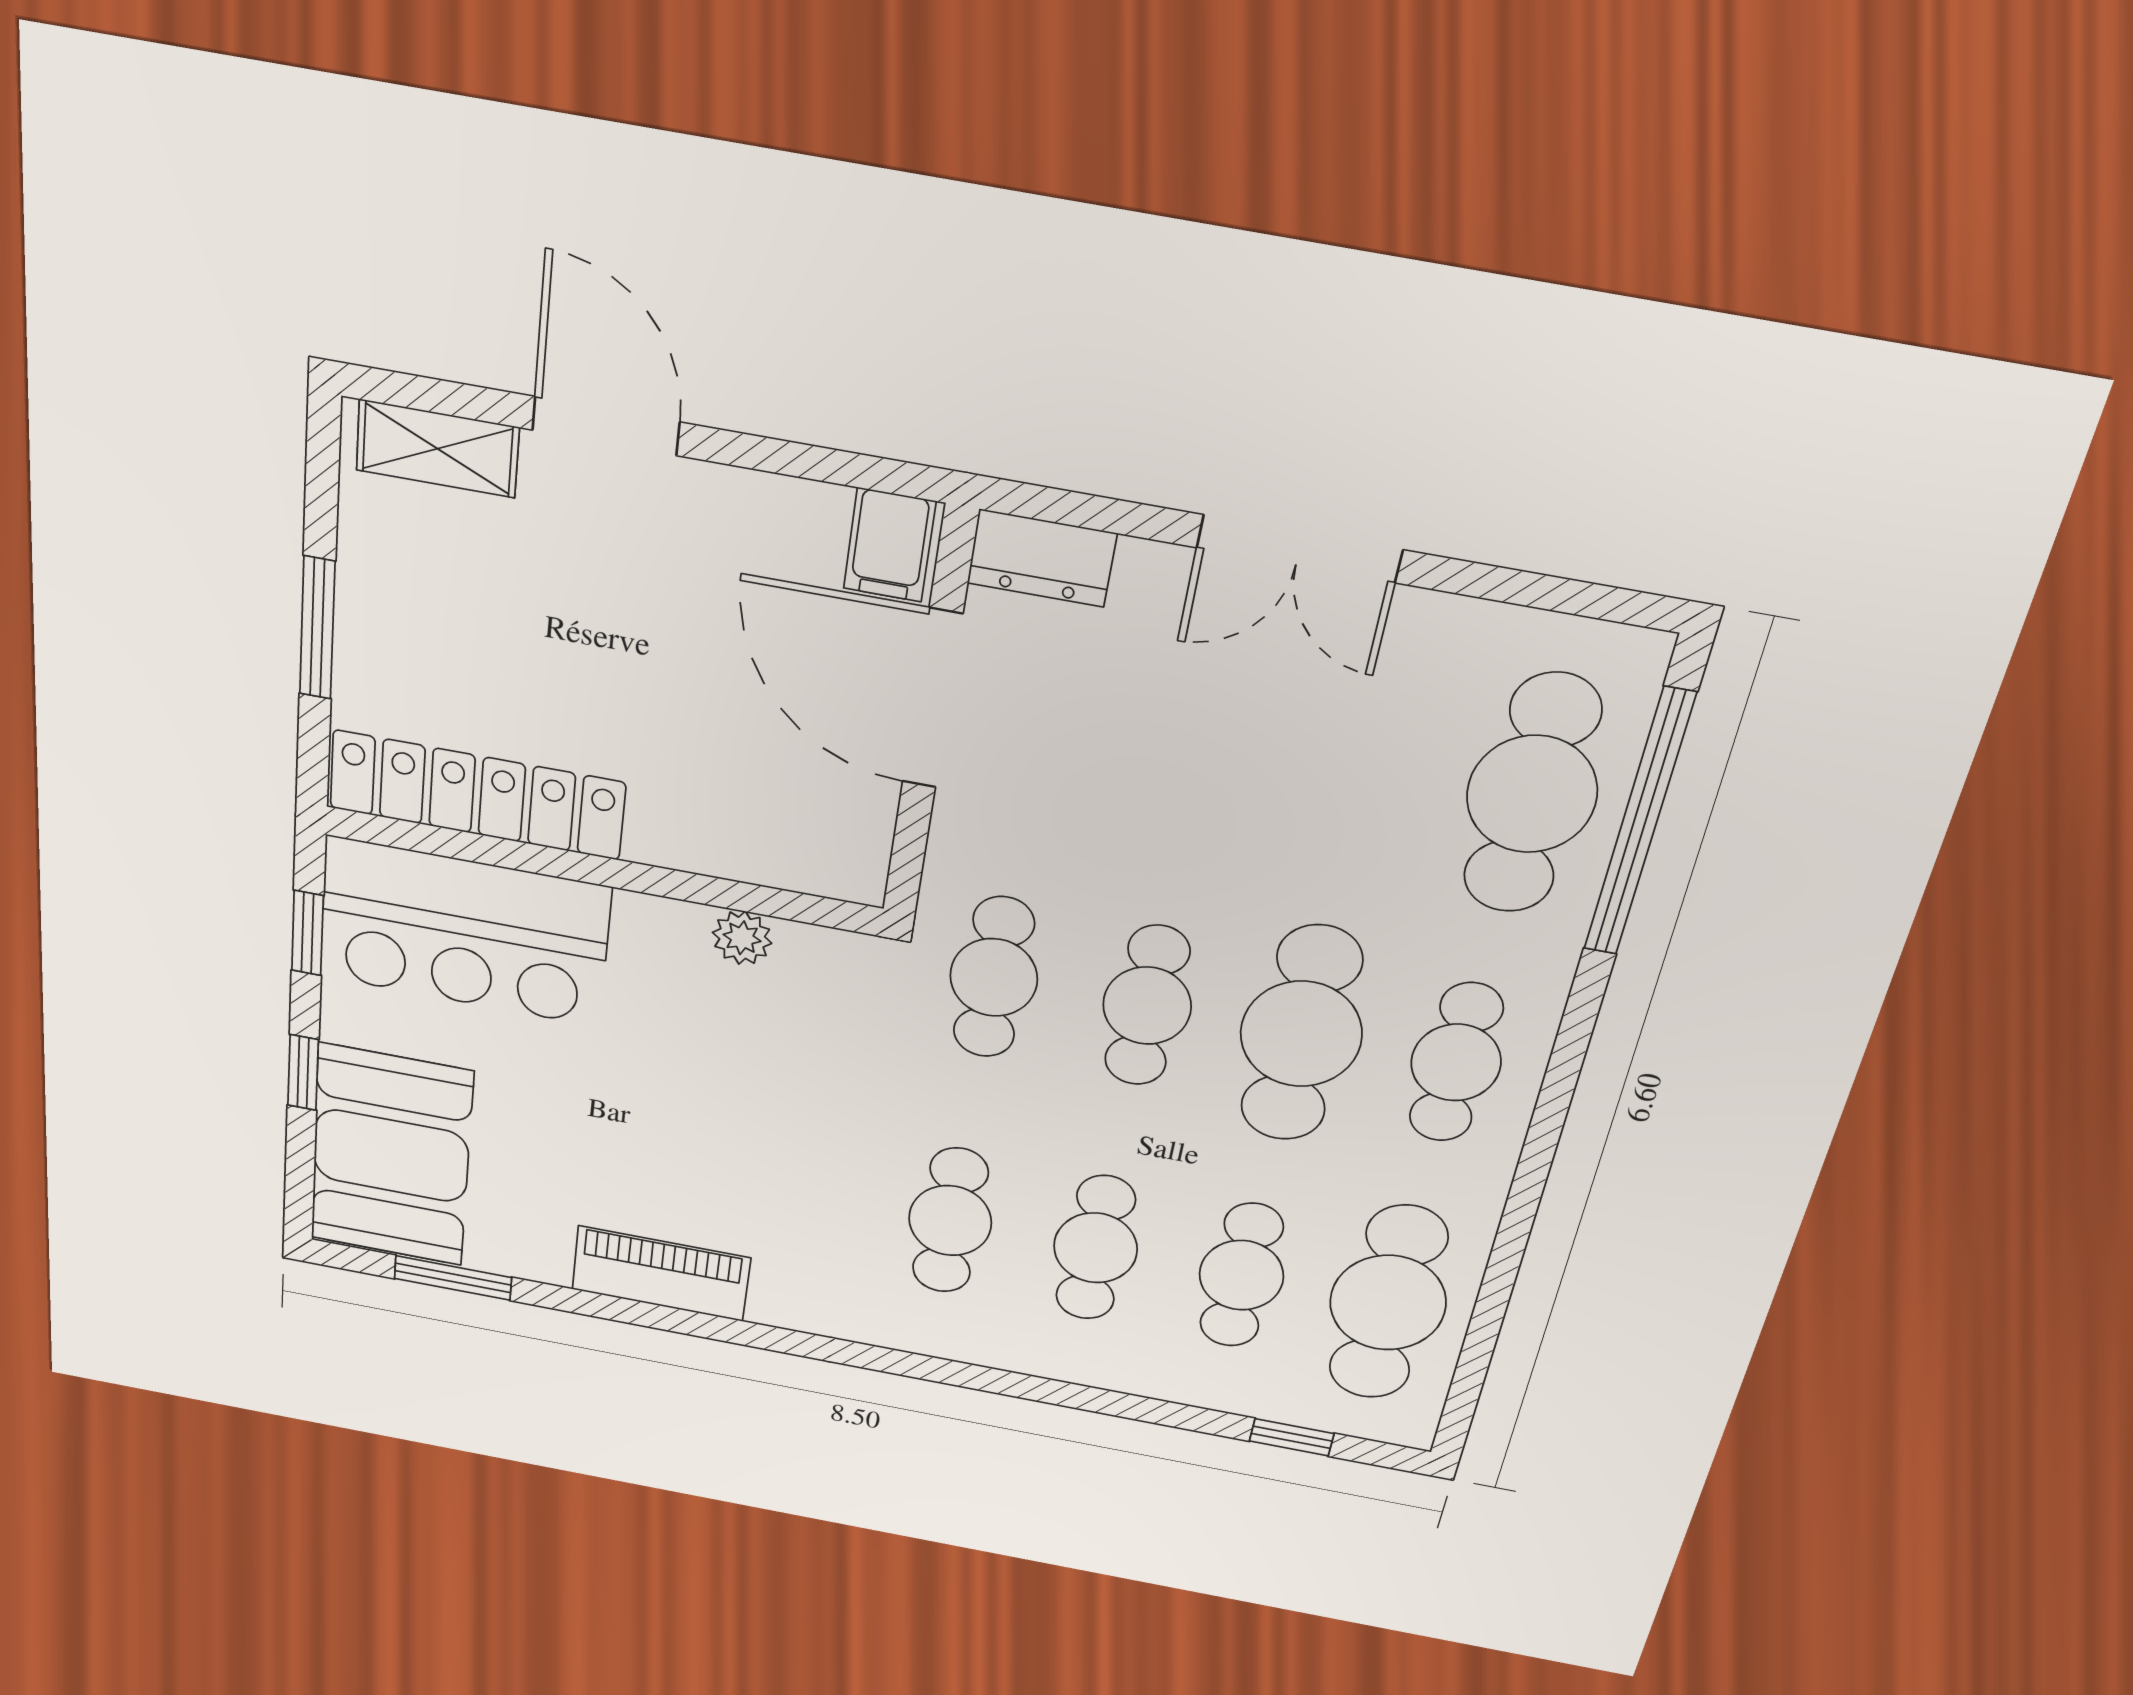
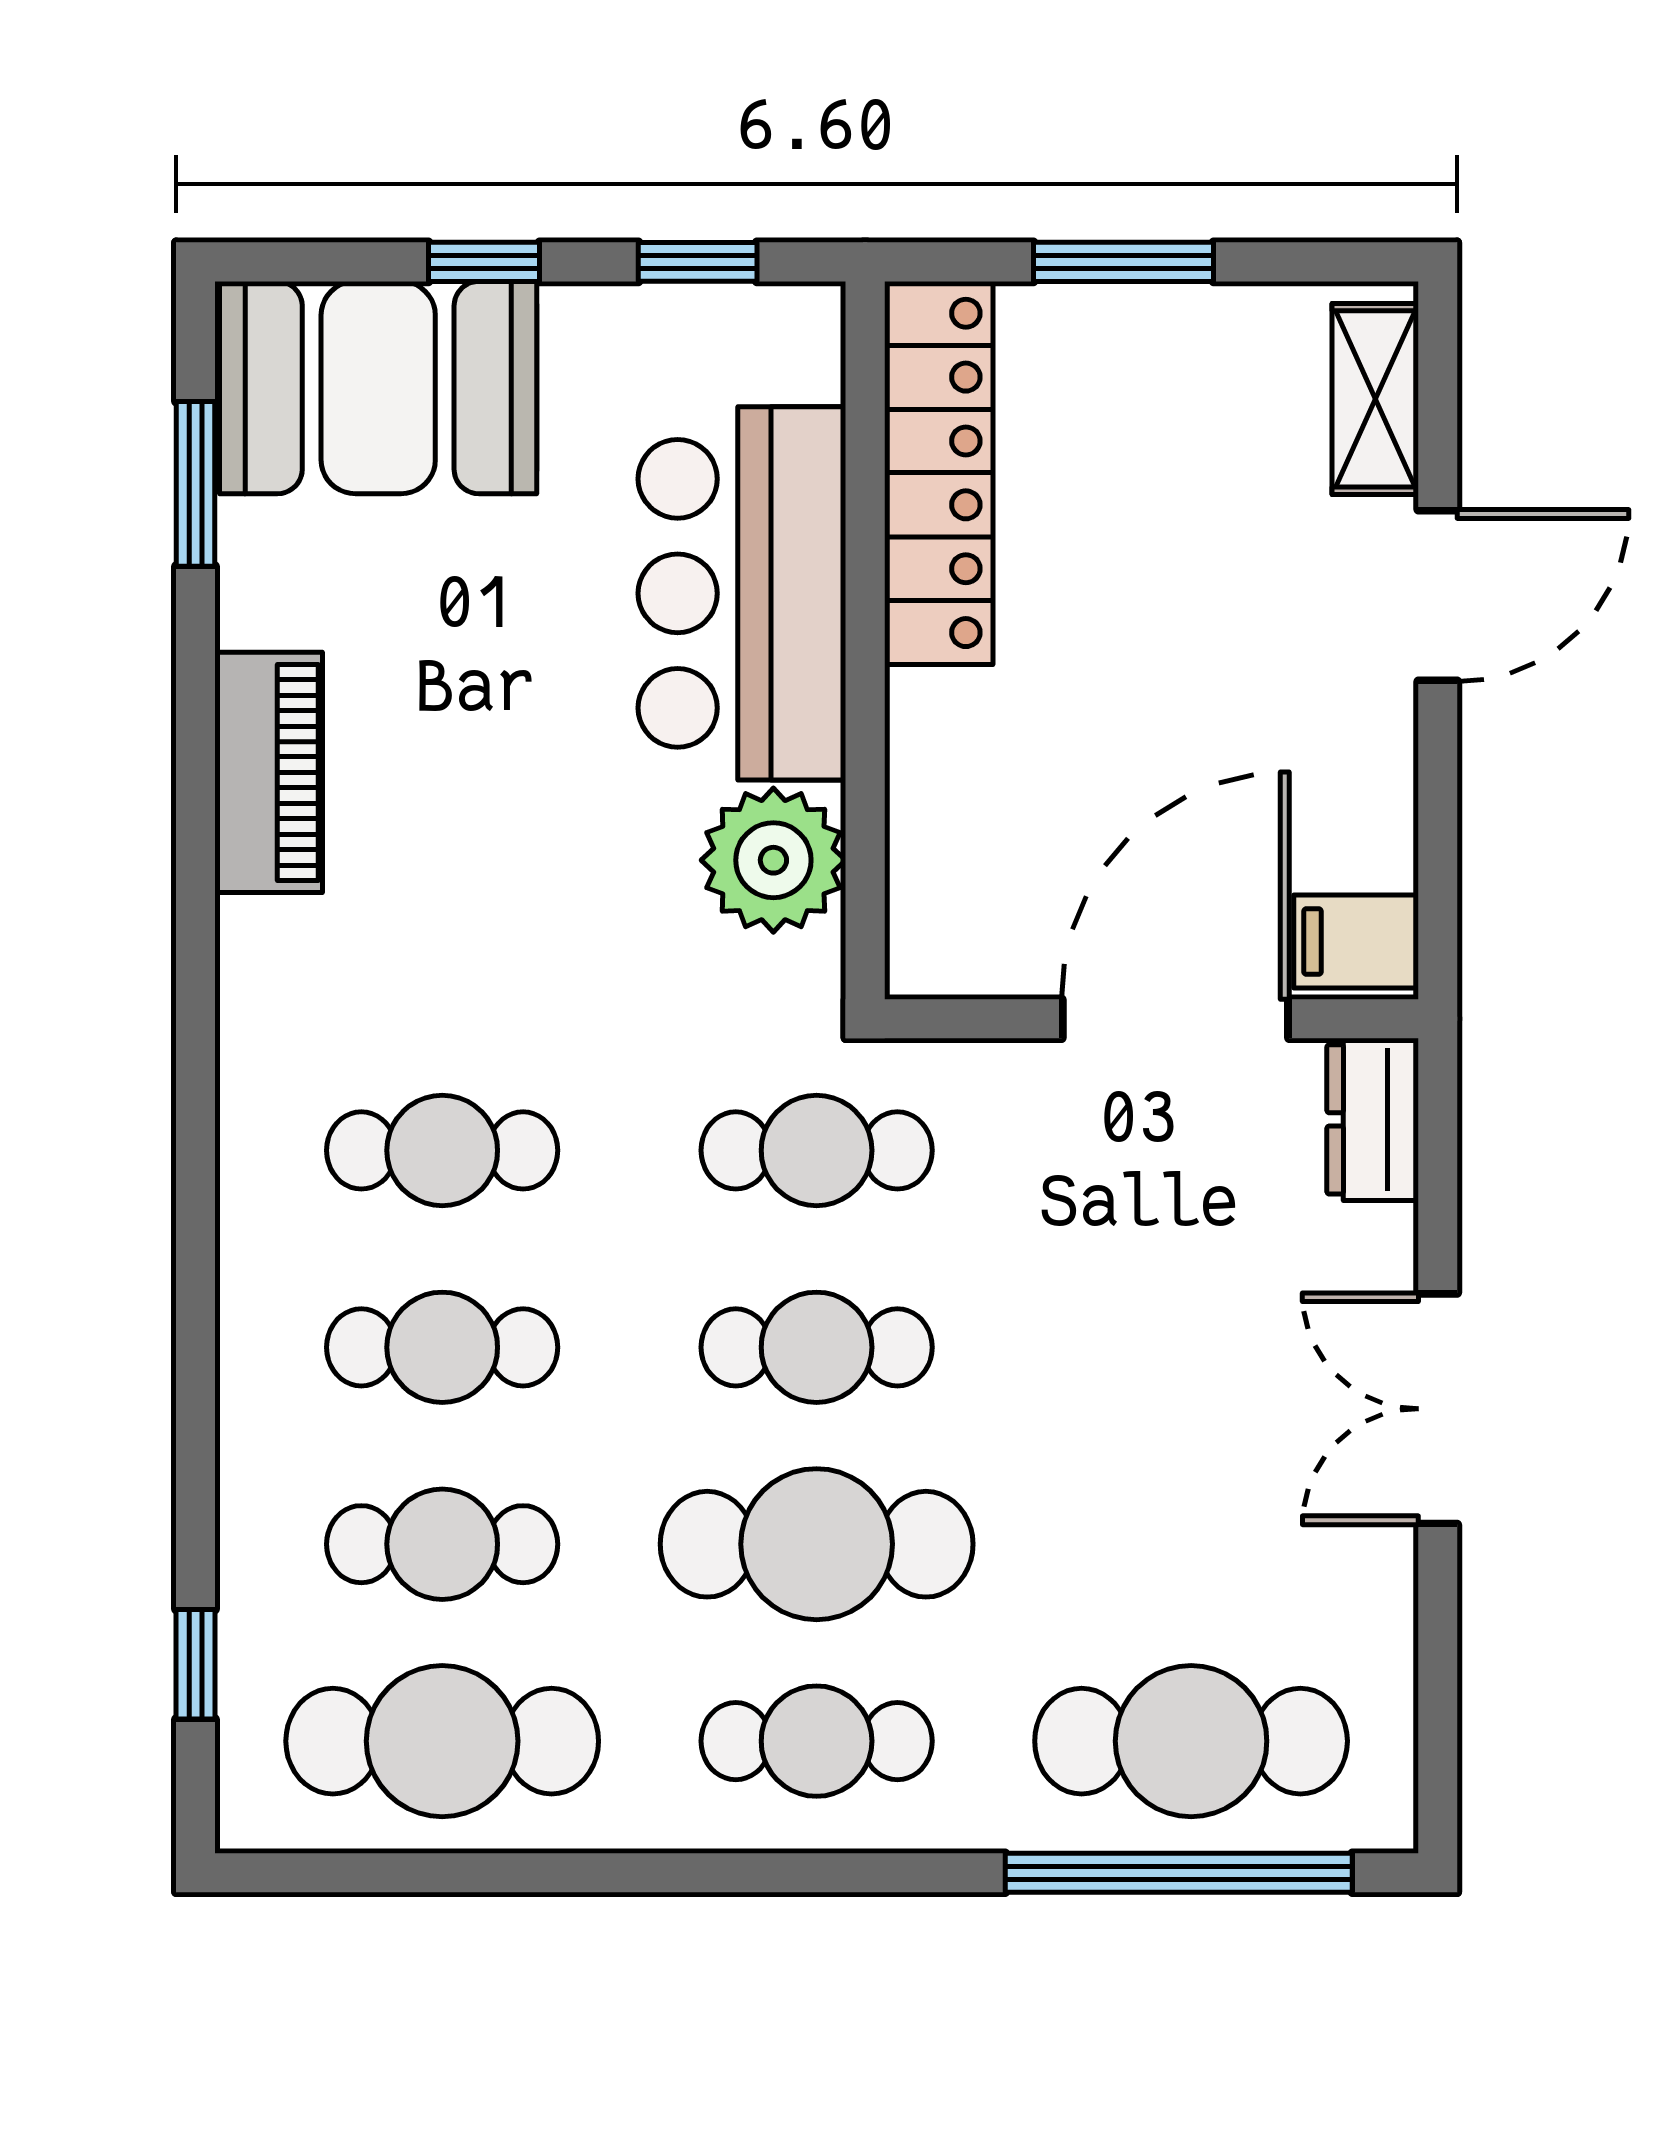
bar counter: (464, 932) -> (742, 593), moved
plant: (742, 938) -> (773, 860), width x1.87, depth x1.87

